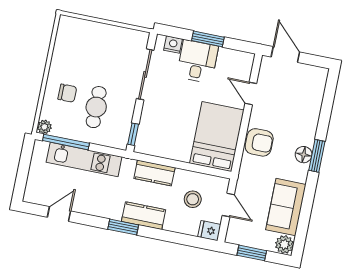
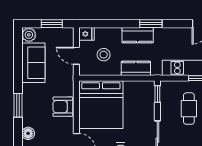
bed: (217, 137) -> (101, 105), width x1.36
floor lamp: (304, 155) -> (28, 133), moved

